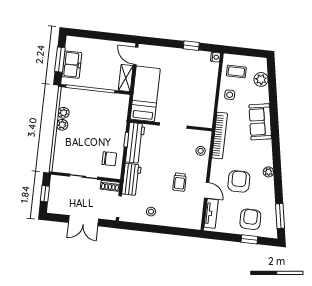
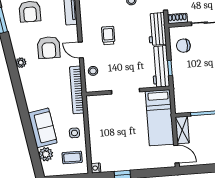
sofa: (260, 122) -> (43, 128), moved
door: (207, 190) -> (81, 50), moved

